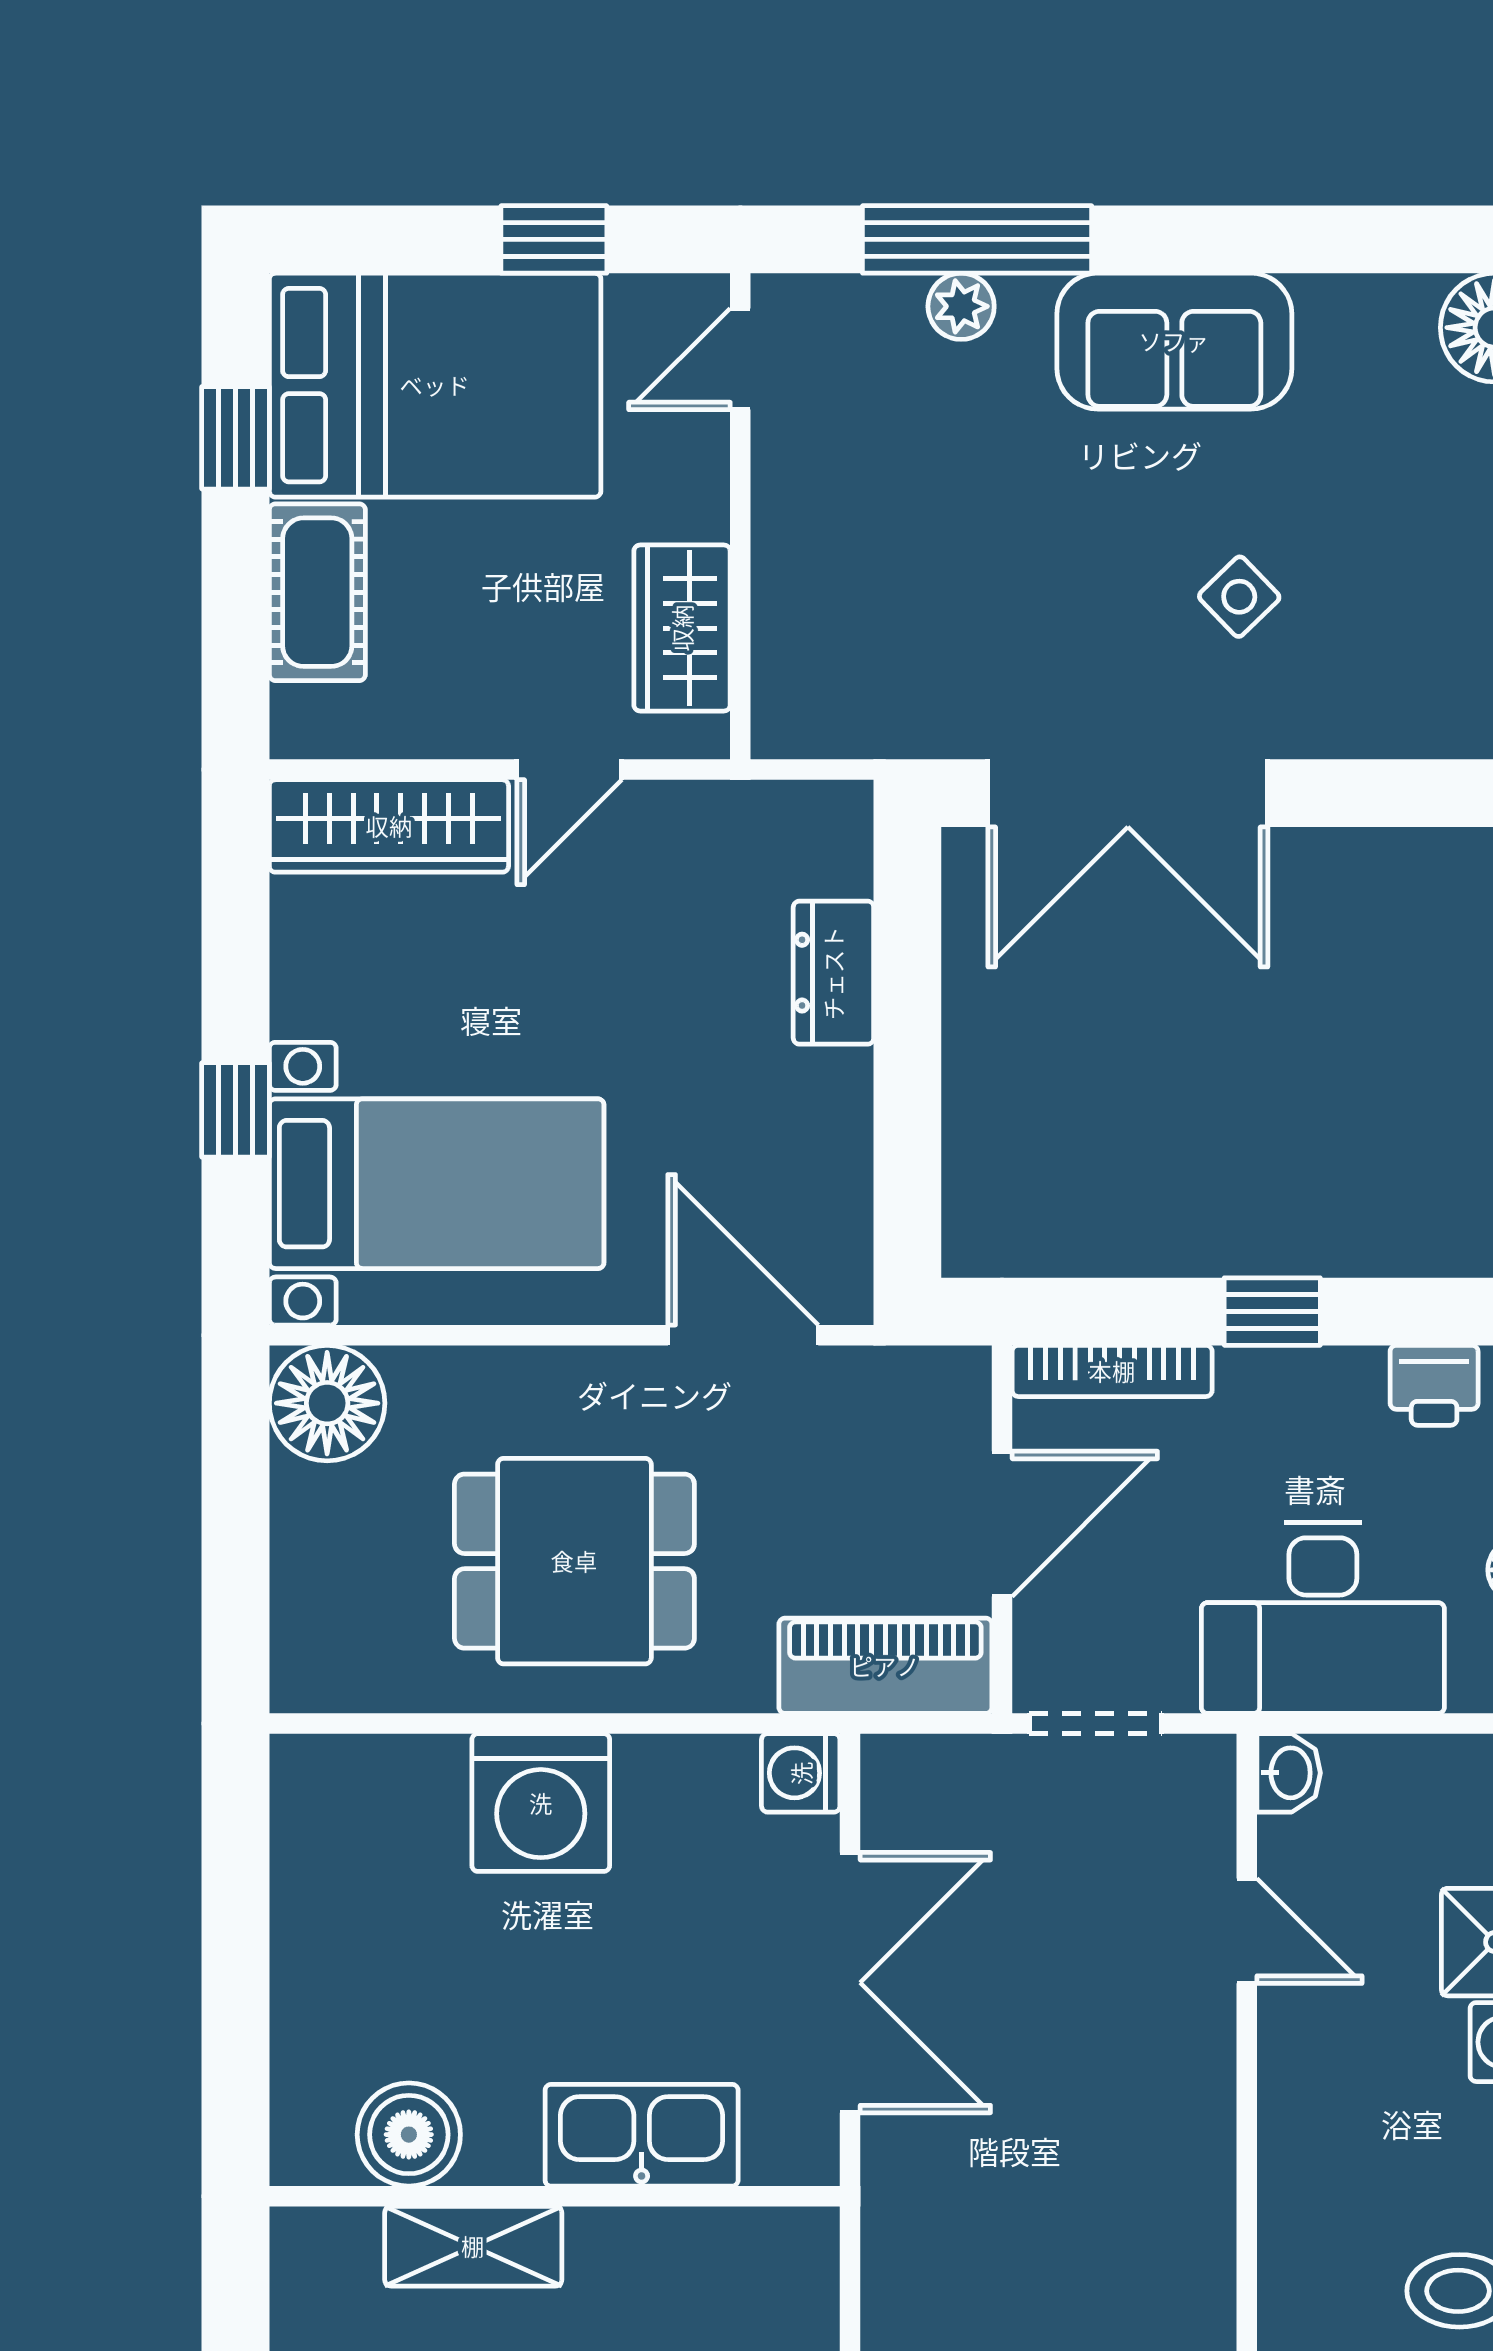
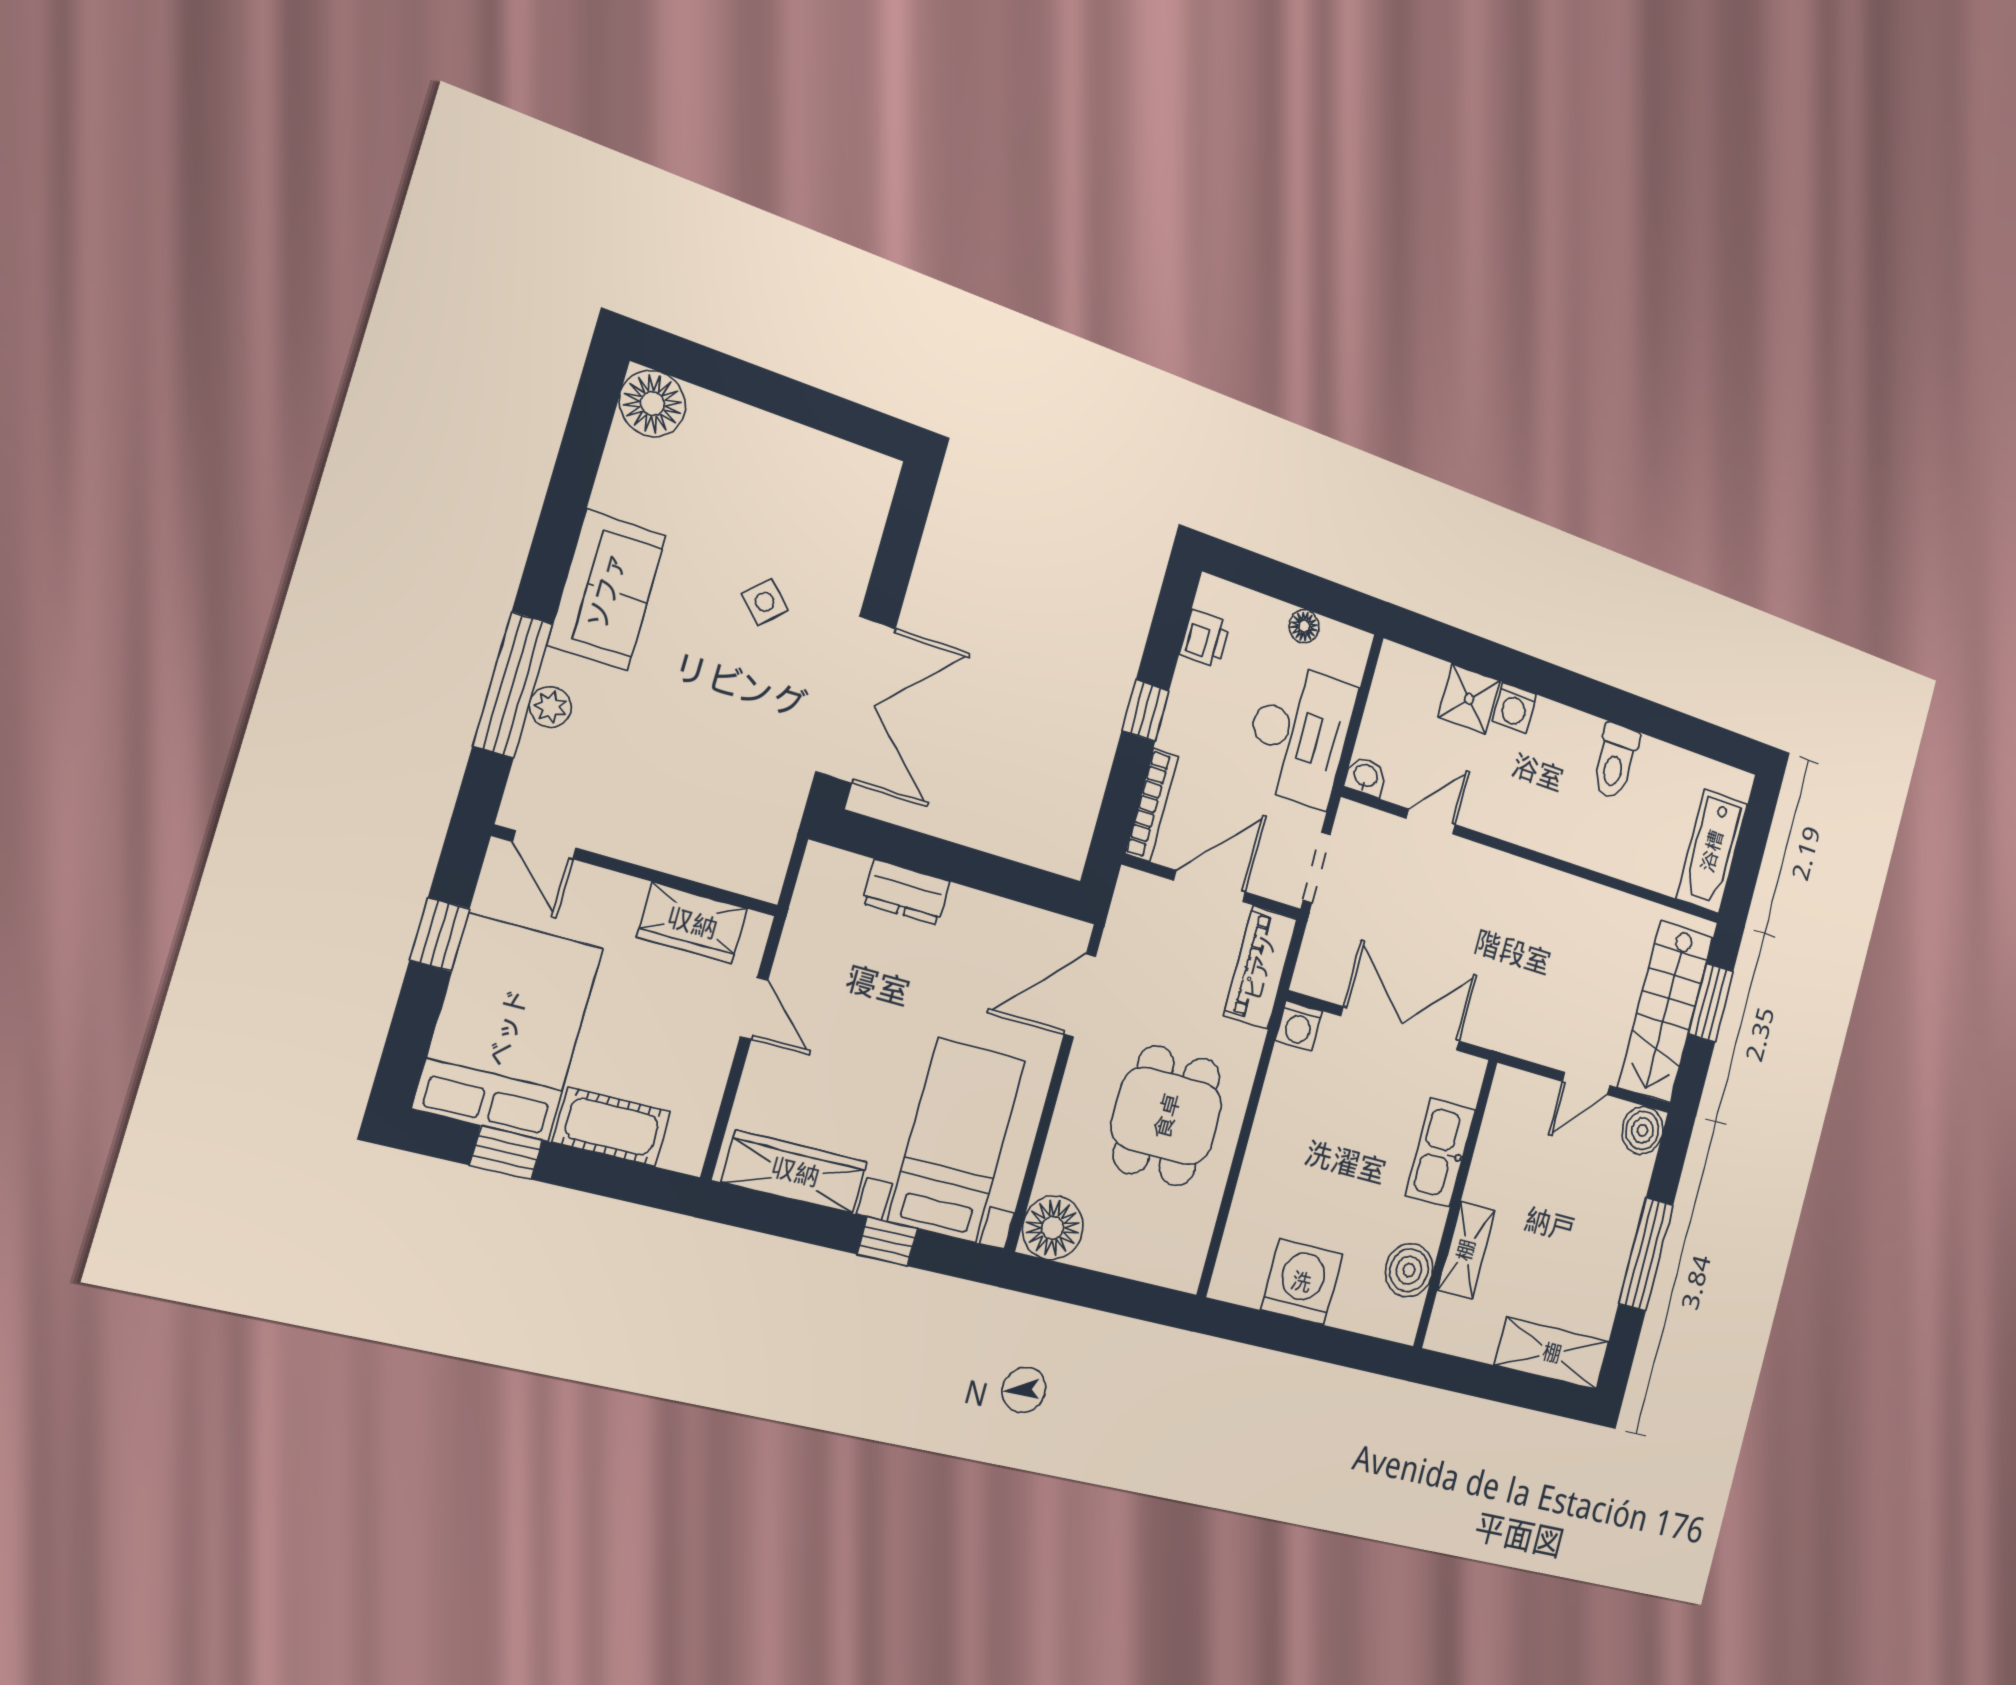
wardrobe: (389, 826) -> (795, 1172), moved, turned -90
door: (1002, 1524) -> (1210, 886), hinge flipped
washing machine: (541, 1803) -> (1302, 1282), moved, turned -90

